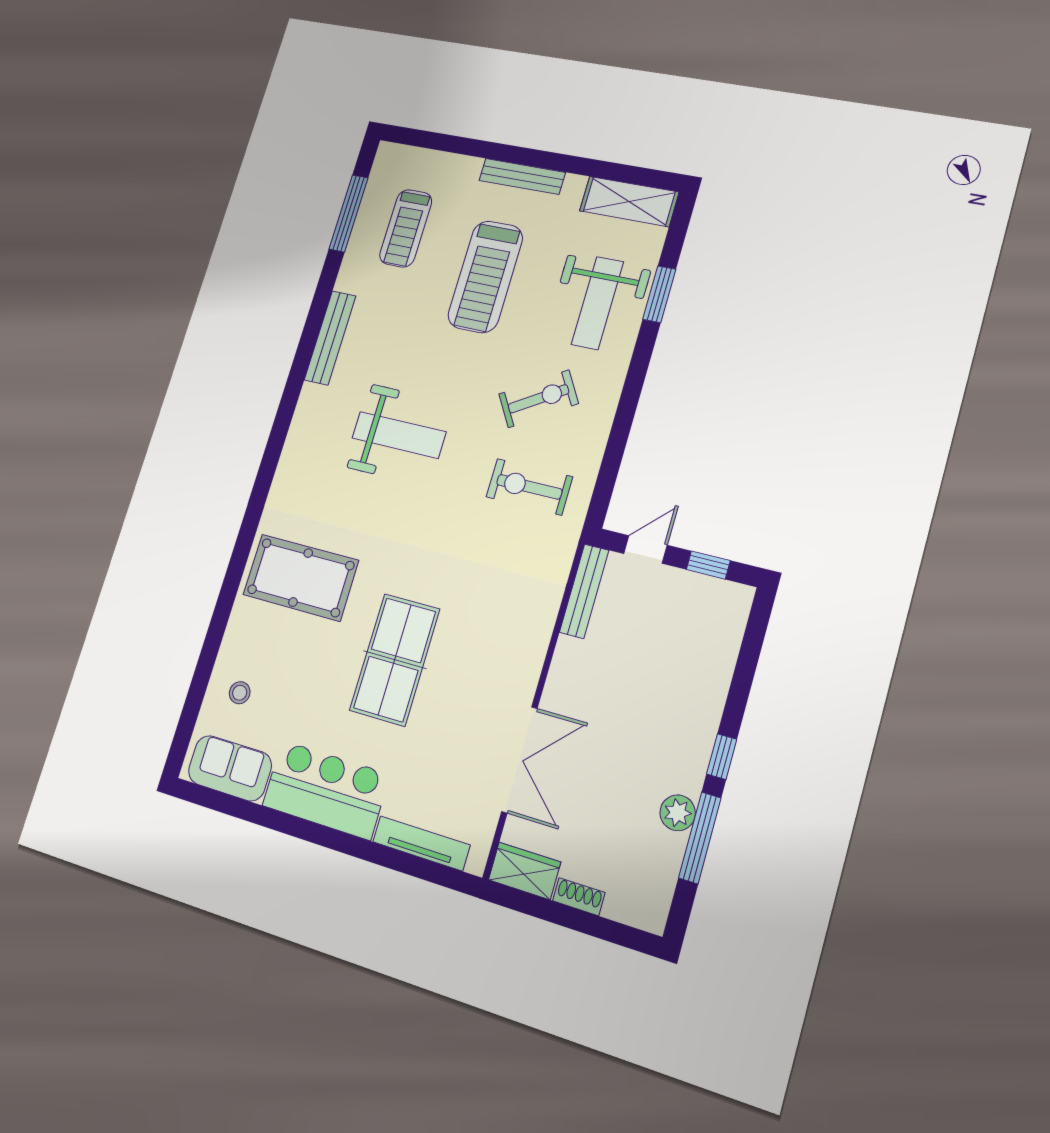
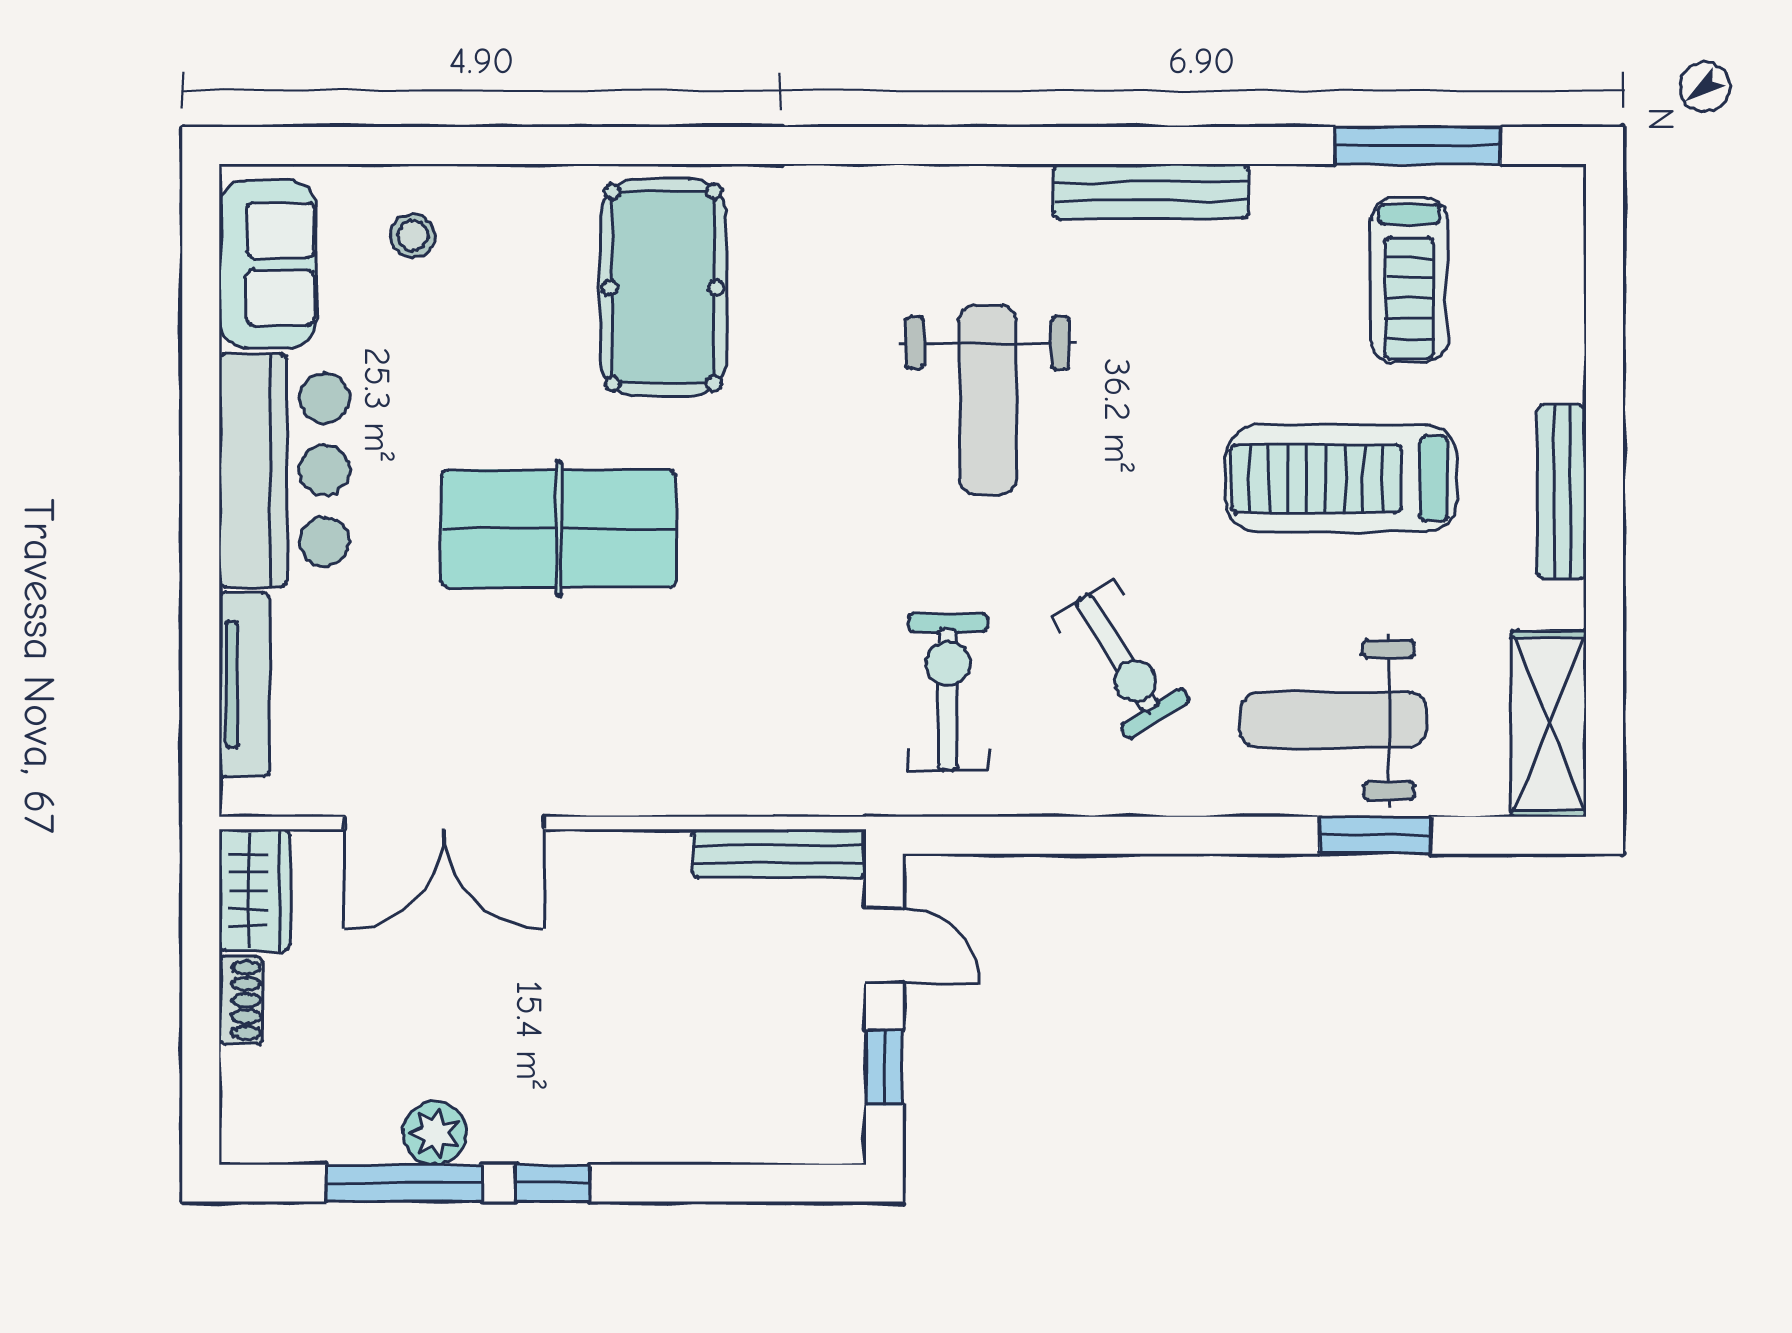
treadmill: (406, 228) -> (1409, 280), turned -90

